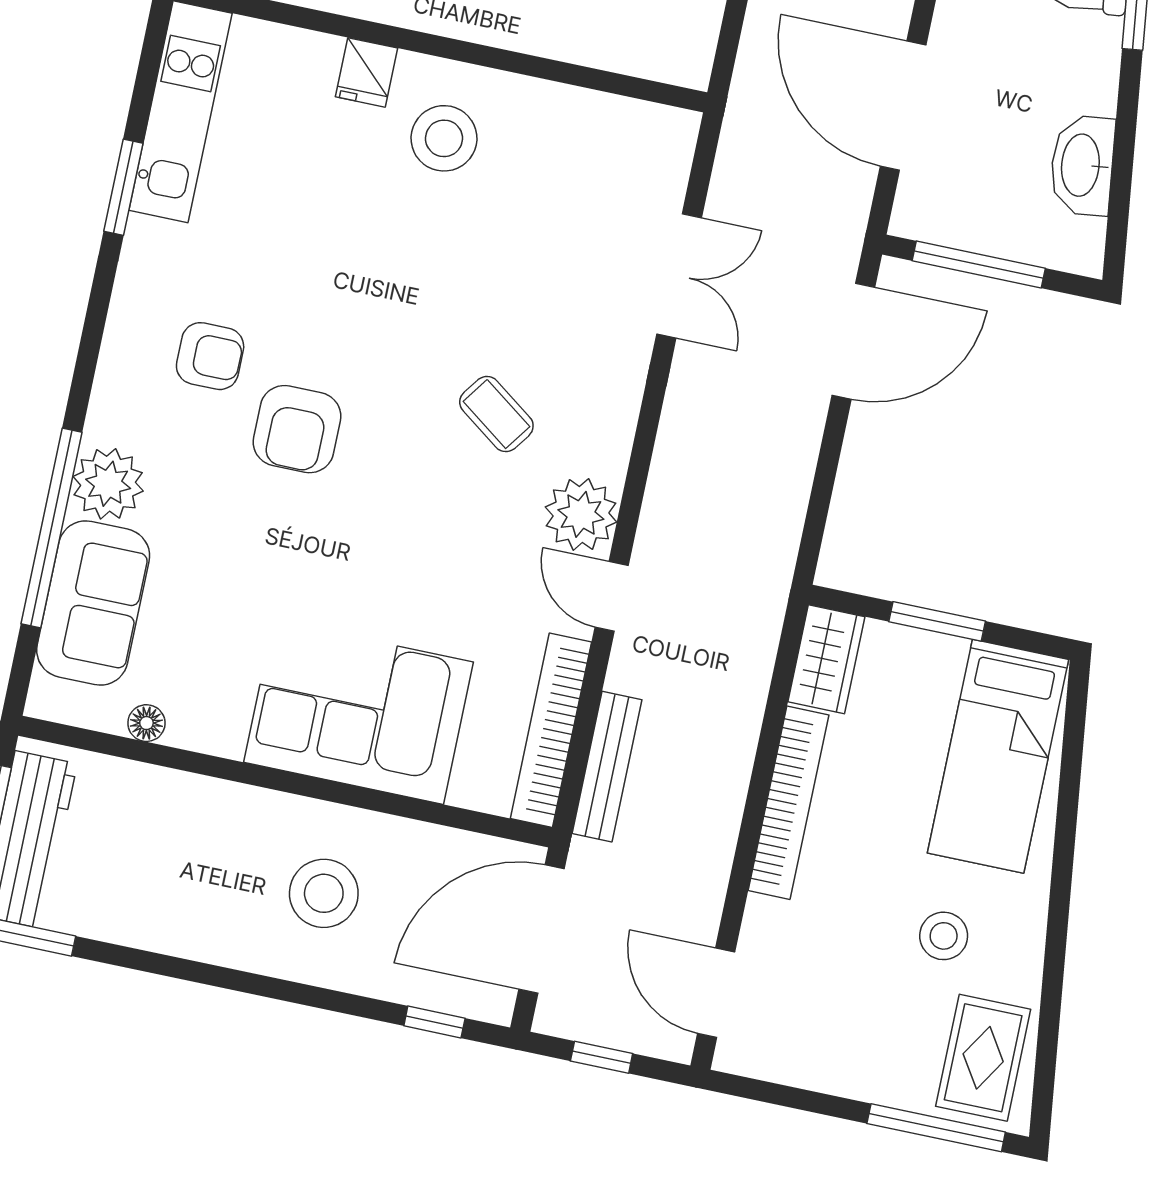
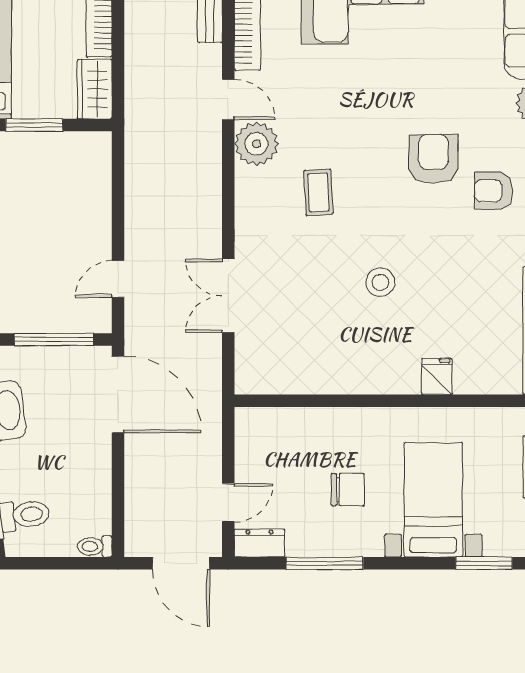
door: (903, 106) -> (118, 394), moved
stool: (444, 138) -> (380, 282), moved, width x0.73, depth x0.73
door: (853, 341) -> (118, 279), width x0.53
coffee table: (496, 414) -> (318, 192), turned 51

